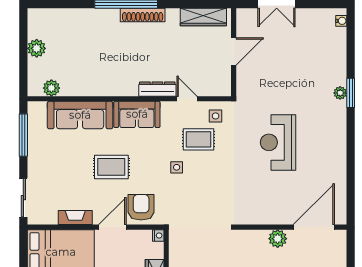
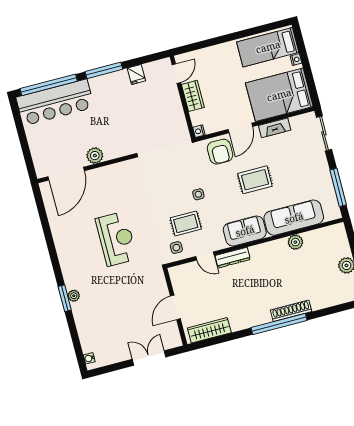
shoe rack: (143, 15) -> (291, 311), moved
plant: (51, 88) -> (295, 242), moved

